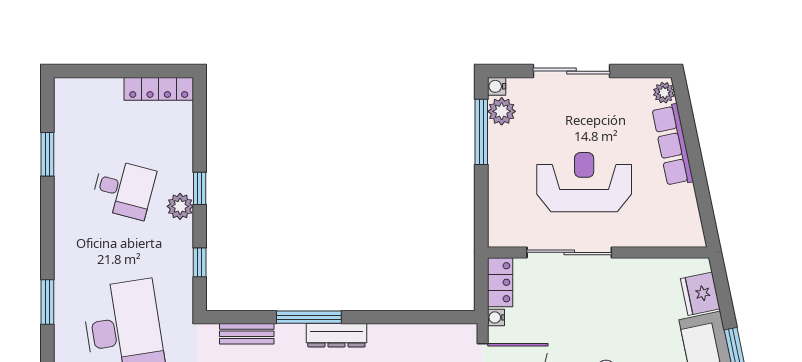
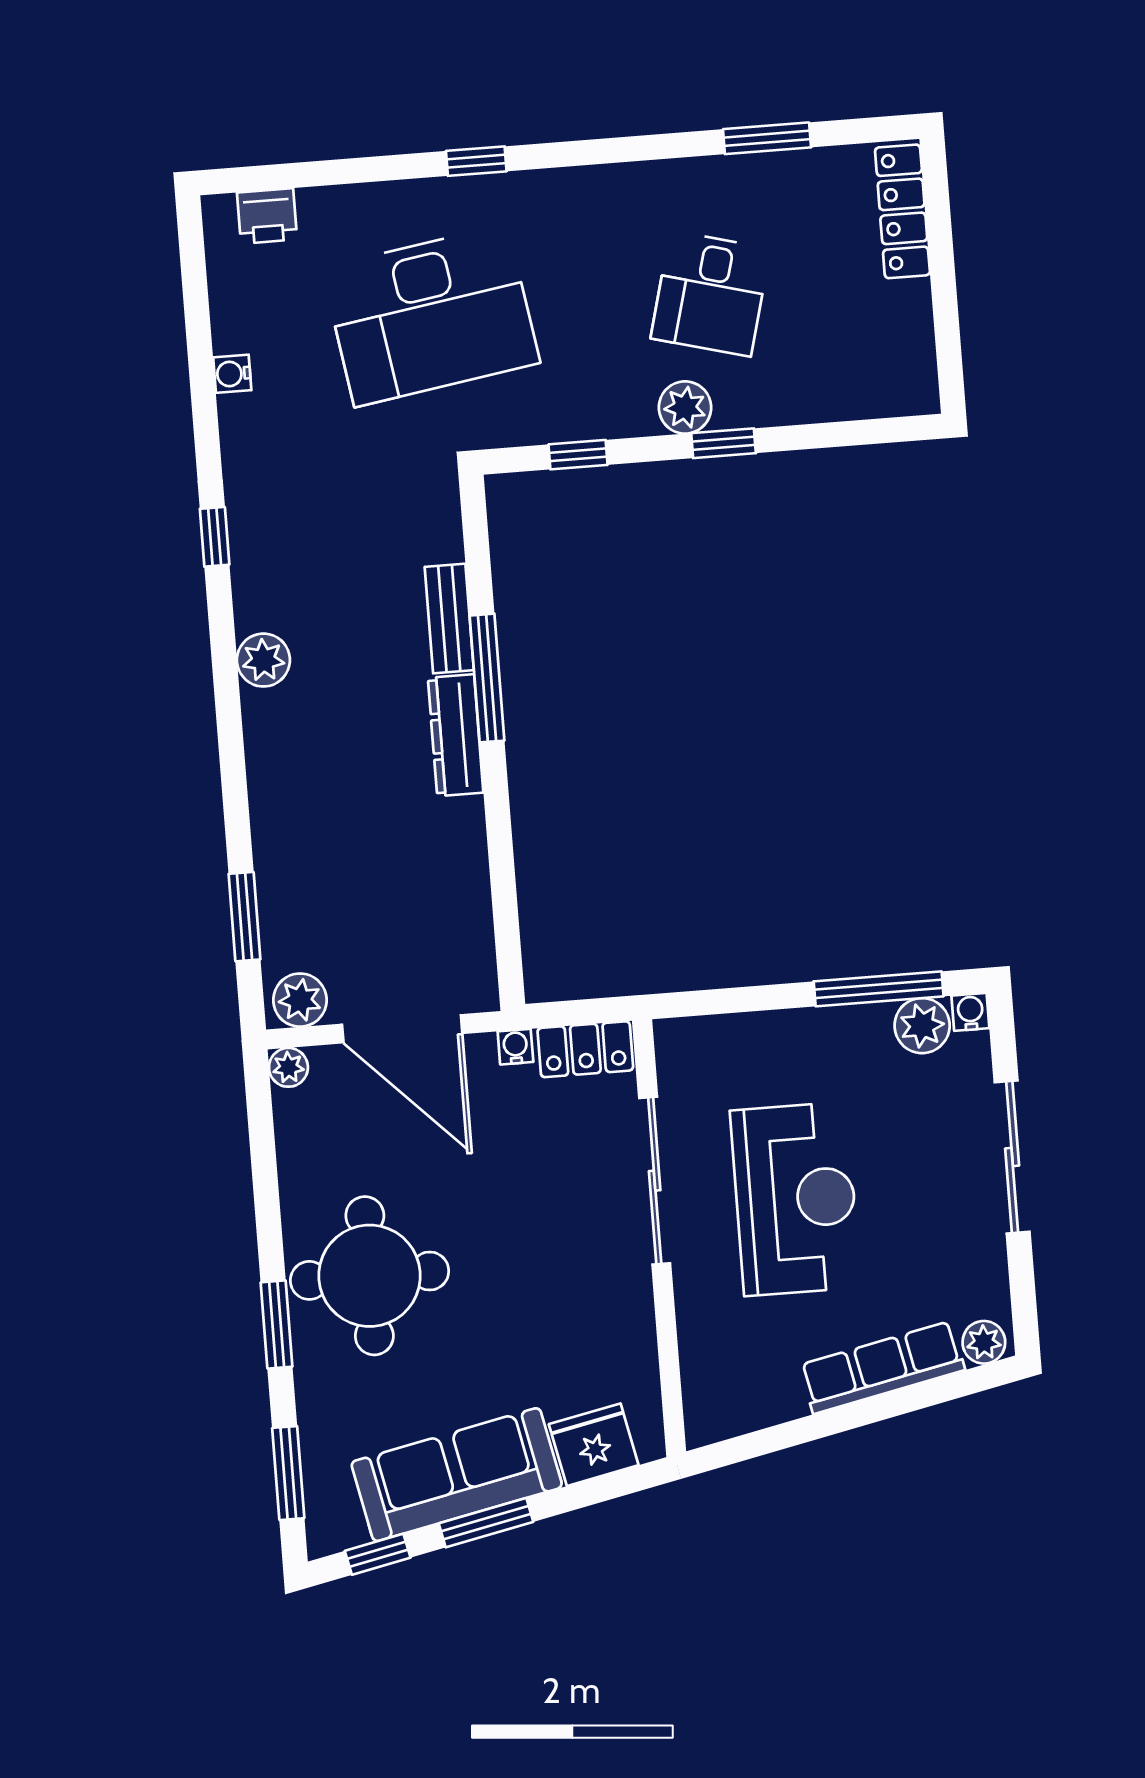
locker: (159, 89) -> (902, 211), moved
window: (47, 302) -> (476, 161), width x0.67
bench: (247, 334) -> (449, 618), moved

